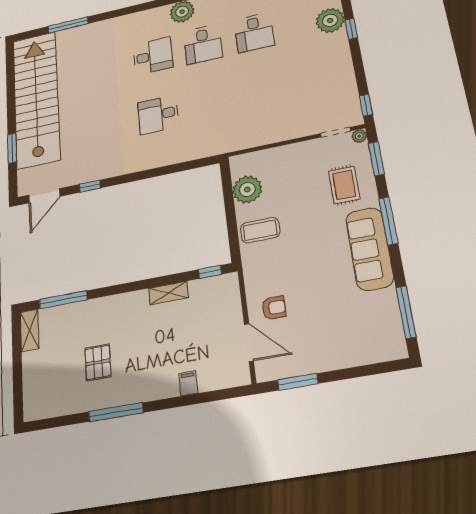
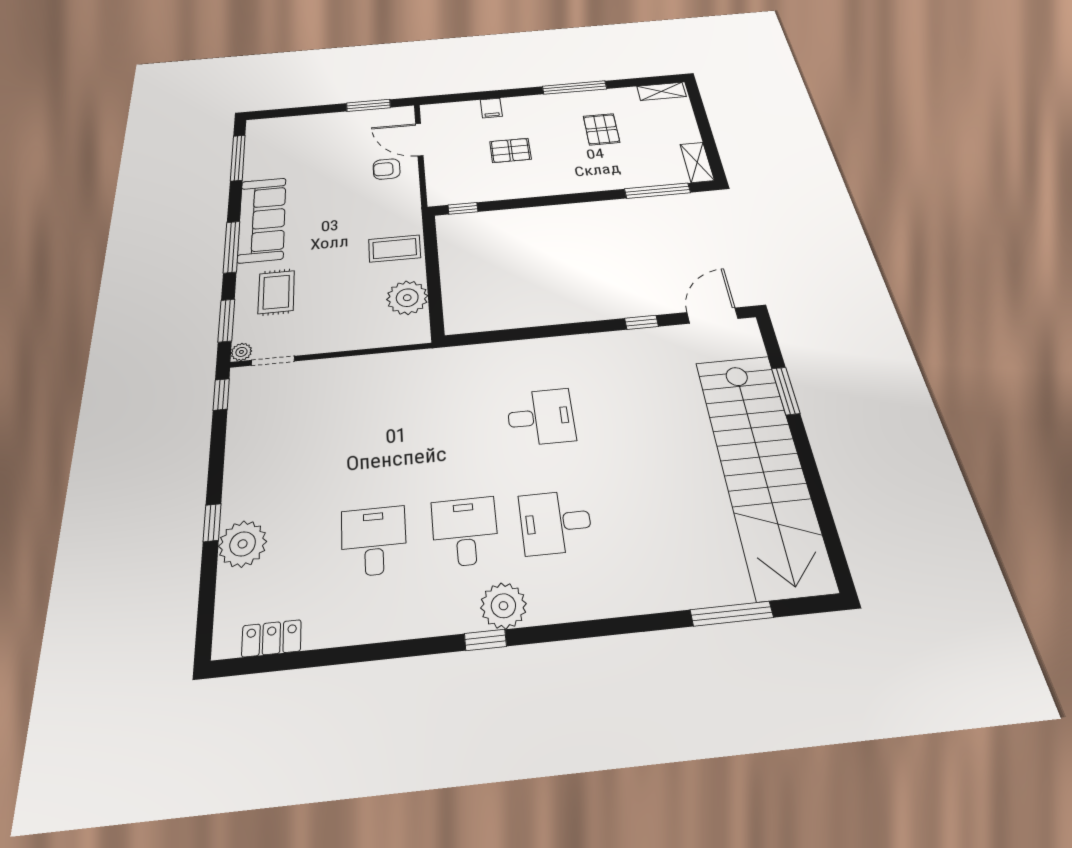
shelving: (168, 293) -> (662, 91), moved
pallet: (173, 334) -> (510, 150), added

